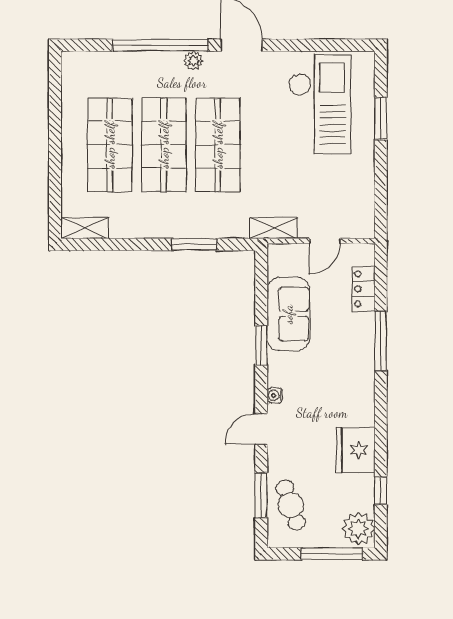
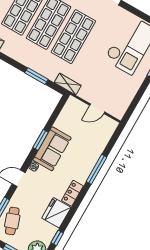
shelving: (274, 228) -> (68, 84), moved
locker: (363, 289) -> (72, 193), moved
sofa: (288, 314) -> (52, 149), moved

